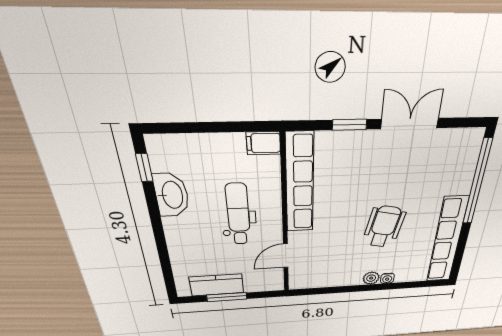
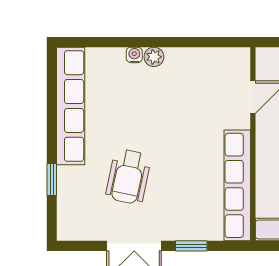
window: (477, 183) -> (52, 180), width x0.32
wheelchair: (384, 227) -> (128, 177), moved

